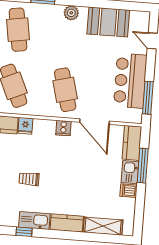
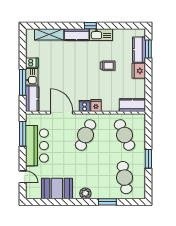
cafe table: (65, 90) -> (86, 135), turned 39
fridge: (25, 126) -> (96, 106), moved
window: (24, 232) -> (90, 26), moved

